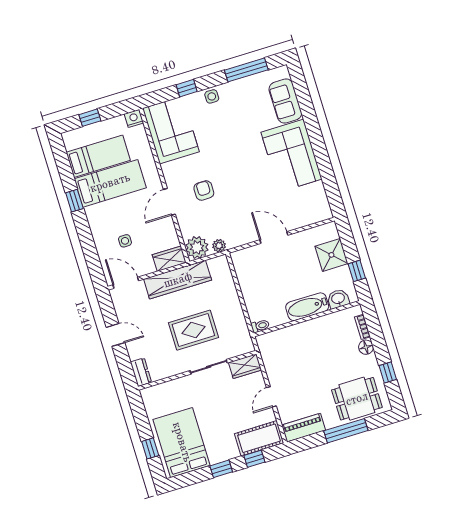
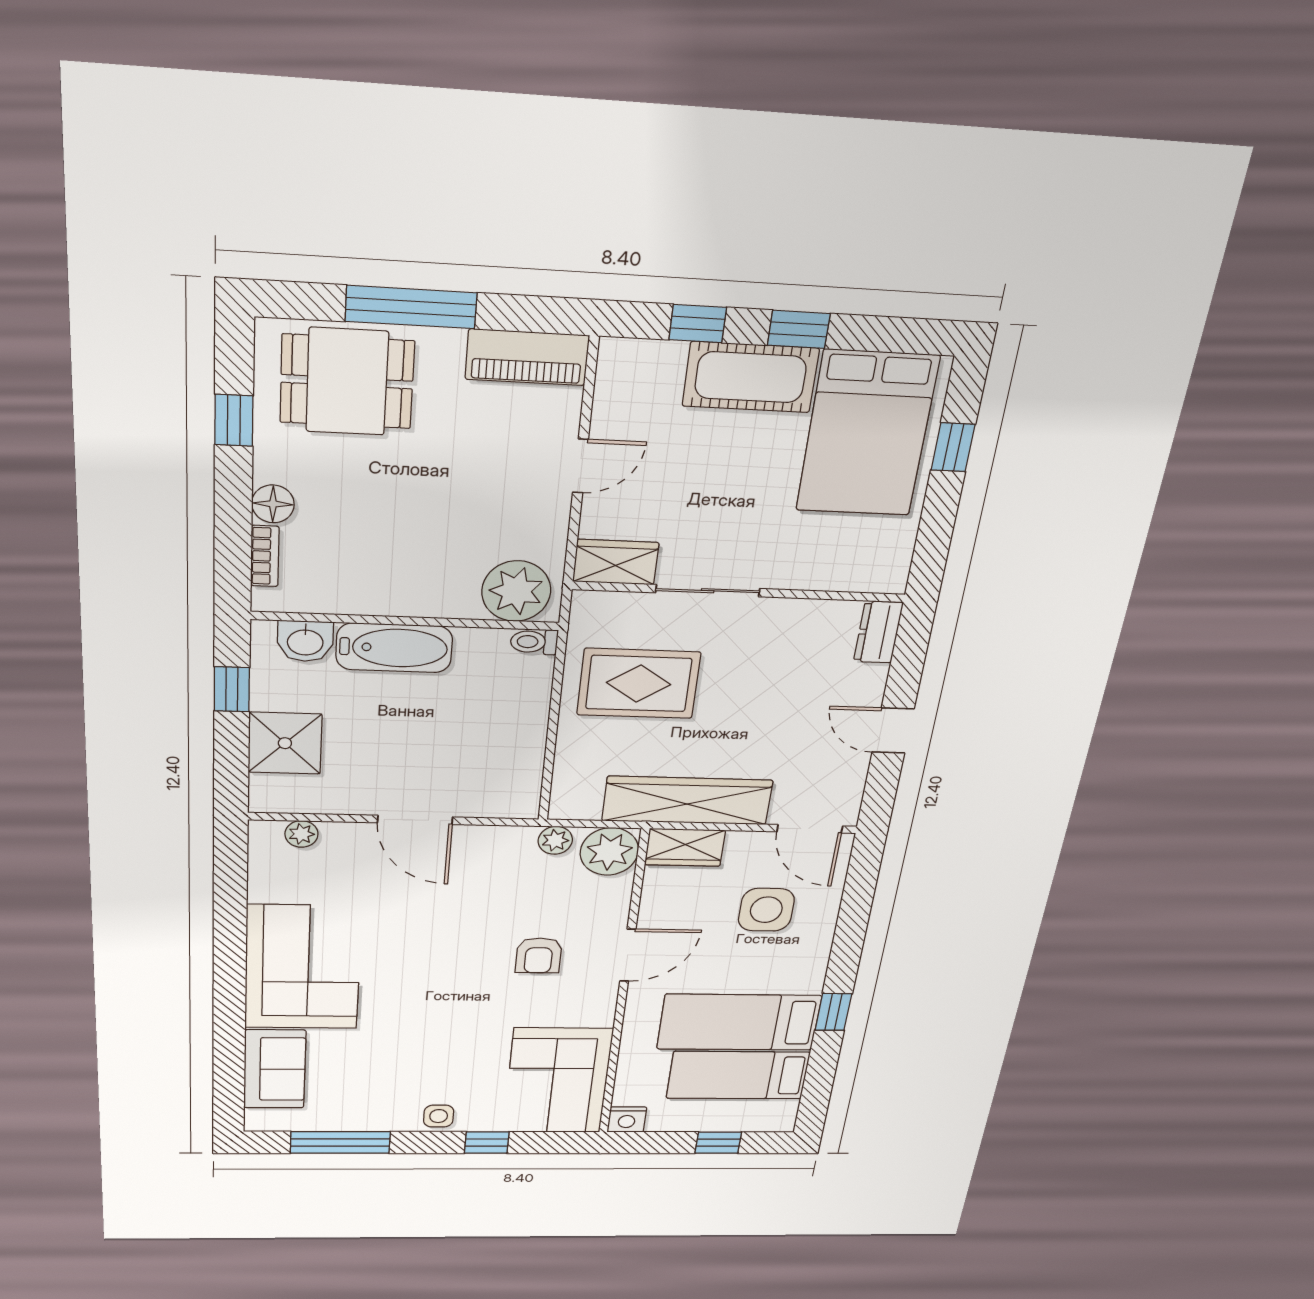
plant: (313, 218) -> (301, 834), added
side table: (125, 241) -> (766, 910), width x1.87, depth x1.87
rug: (193, 330) -> (639, 684), moved
plant: (274, 343) -> (516, 591), added
cot: (259, 438) -> (751, 377), moved

